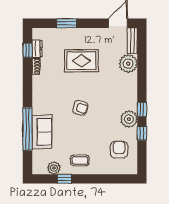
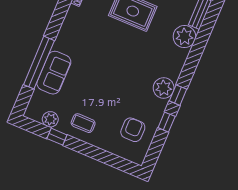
armchair: (80, 108) -> (109, 64), removed
plant: (129, 119) -> (164, 88), moved

